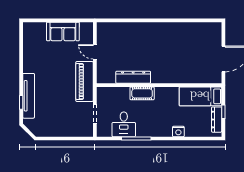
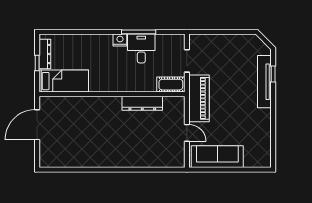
sofa: (63, 31) -> (217, 157), width x1.36
cot: (142, 93) -> (171, 85), moved
desk: (124, 124) -> (141, 48), moved
nightstand: (178, 132) -> (120, 40), moved

